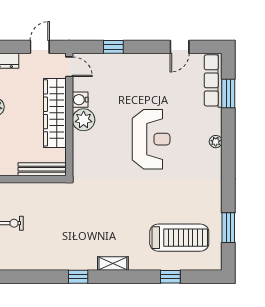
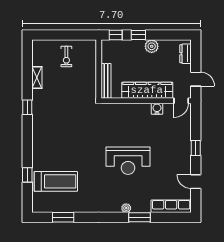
window: (113, 47) -> (196, 148), moved
window: (228, 93) -> (139, 217), moved
plant: (84, 120) -> (142, 111), removed
treadmill: (179, 238) -> (56, 181), turned -90
shelving: (113, 264) -> (37, 78), moved

